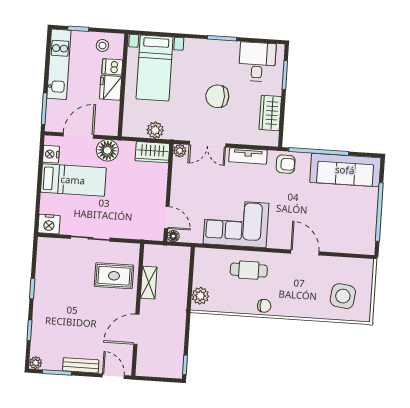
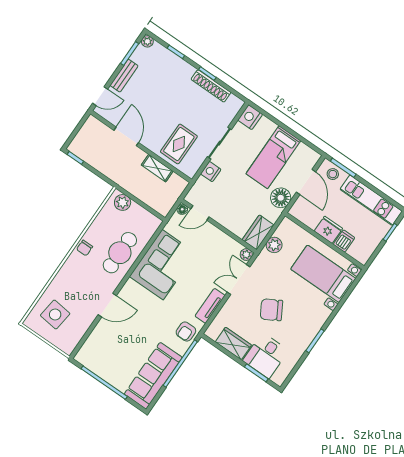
stool: (102, 45) -> (333, 174), moved
desk: (257, 62) -> (266, 356), moved, turned 90
chair: (217, 96) -> (271, 310), turned -120
nightstand: (51, 154) -> (211, 172), moved, turned -90
cafe table: (249, 270) -> (120, 253), width x1.37, depth x1.35
shoe rack: (42, 278) -> (211, 86), added

